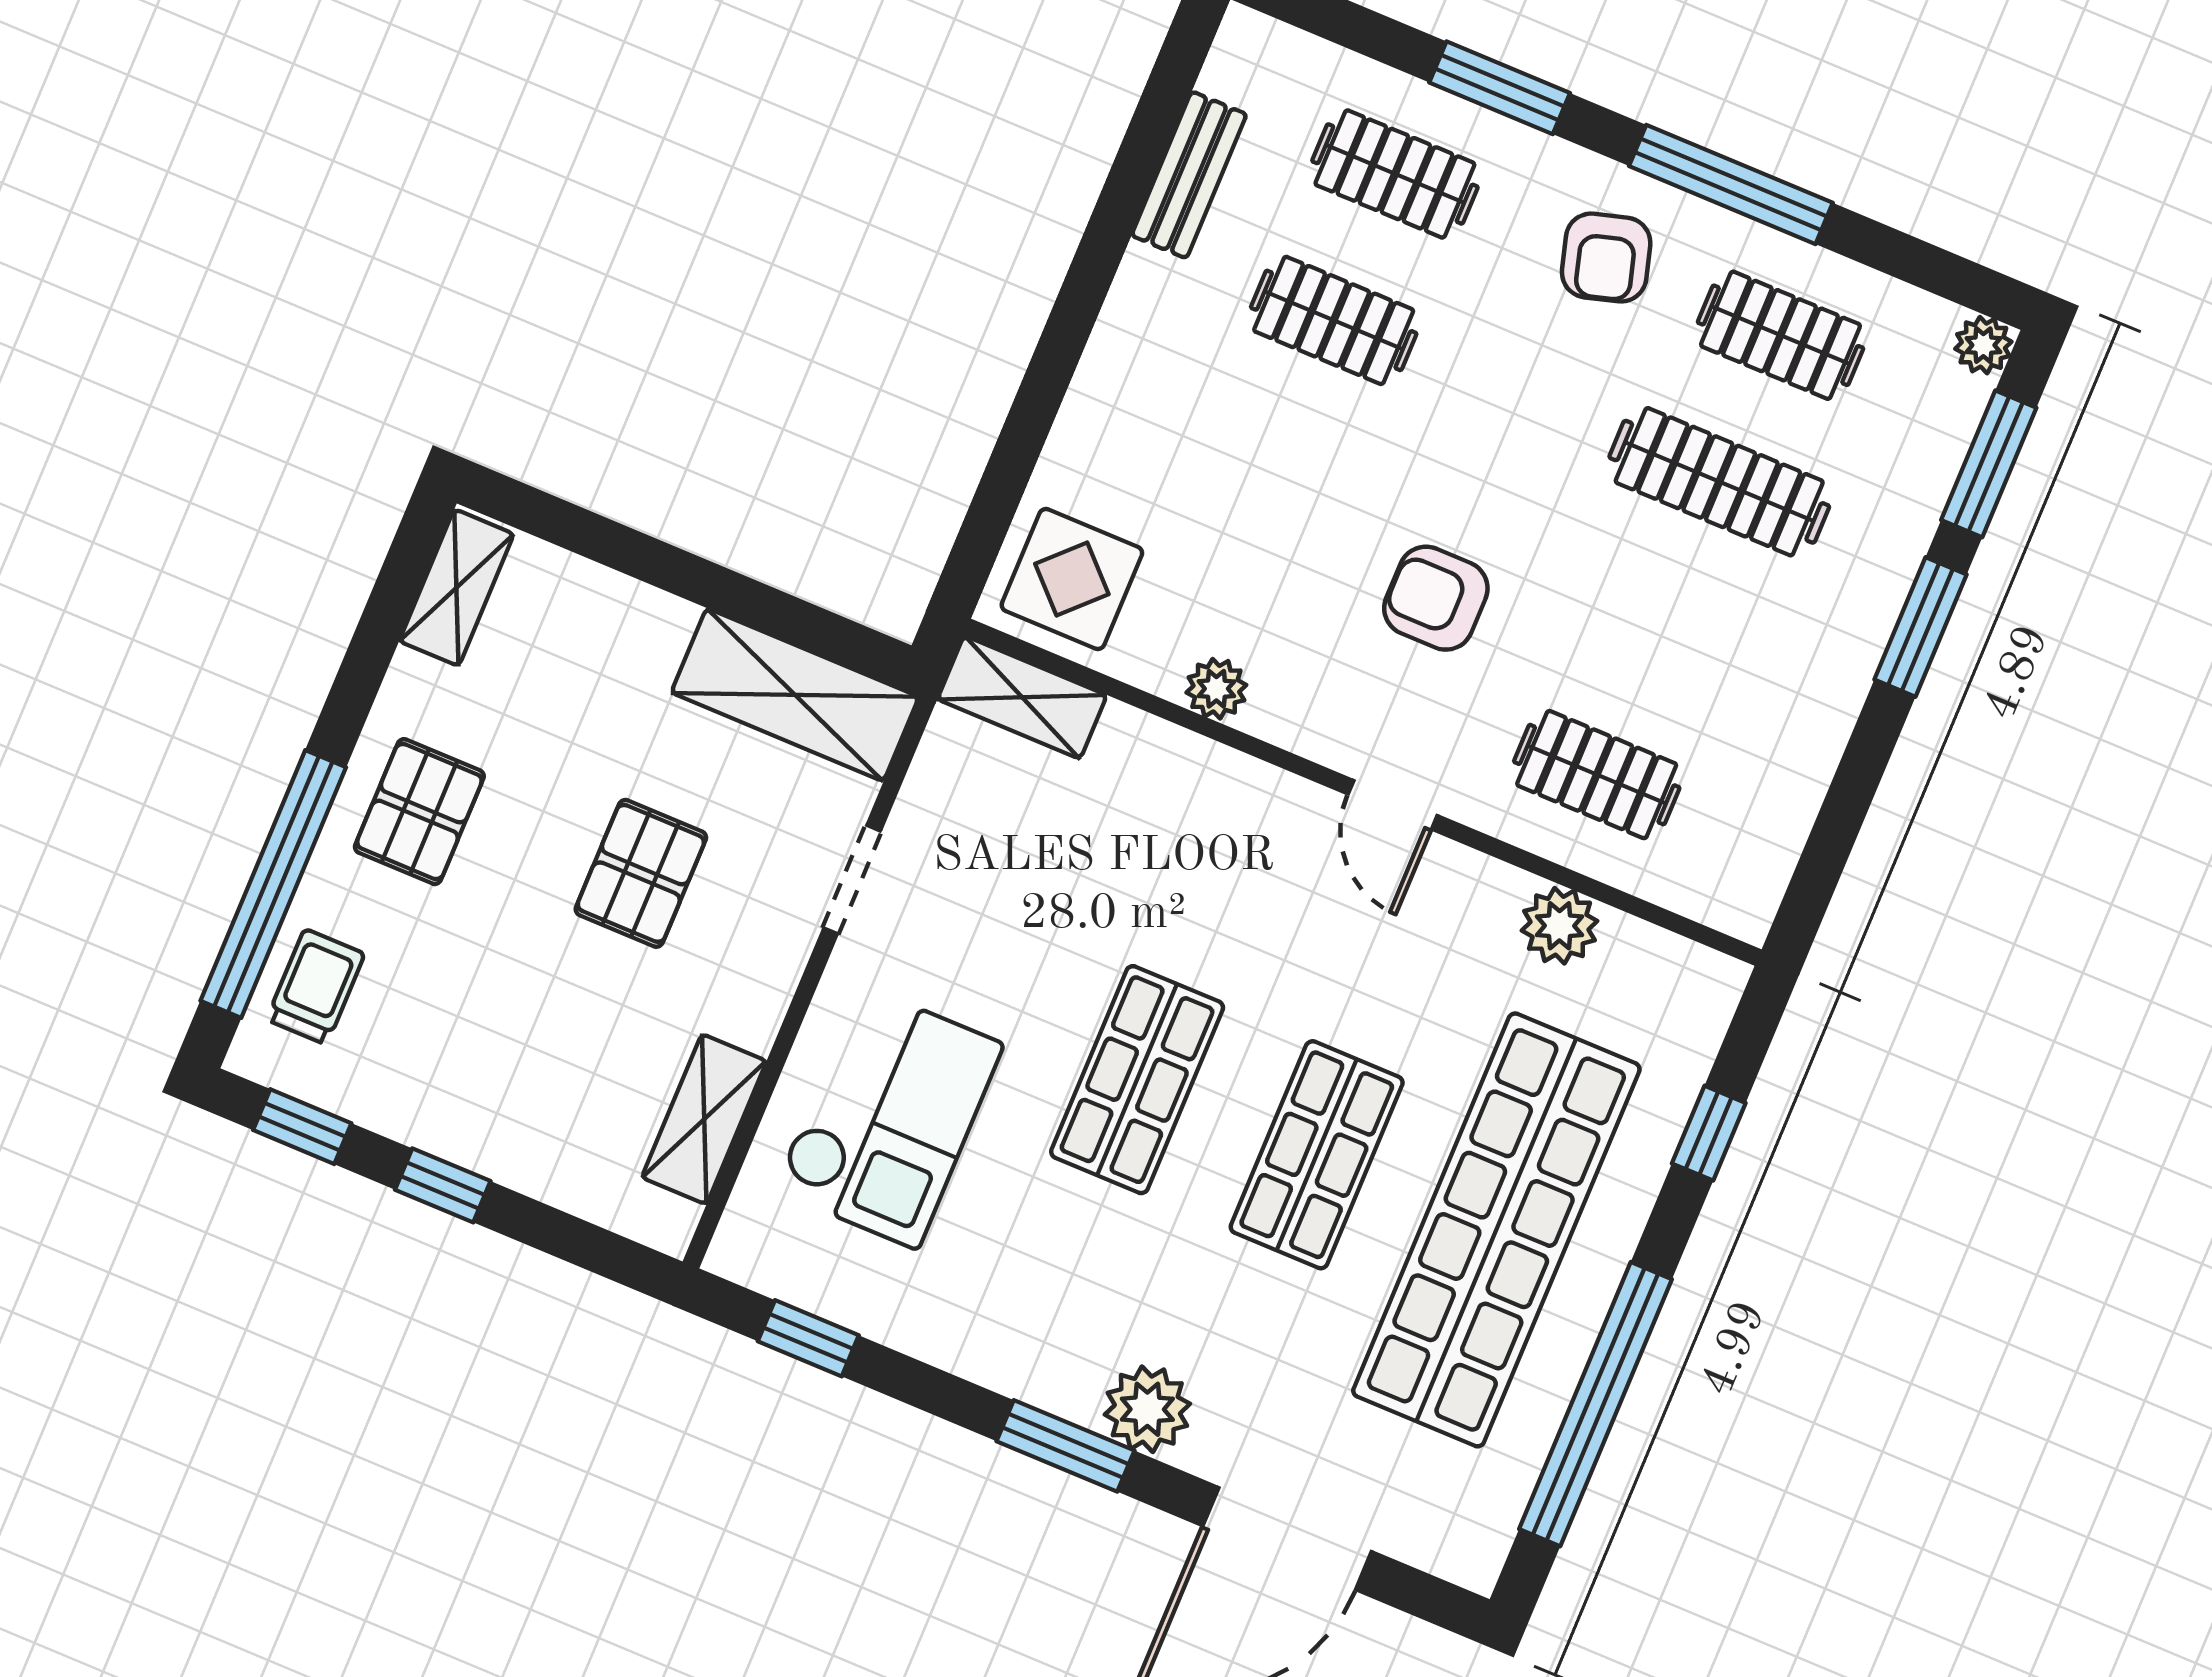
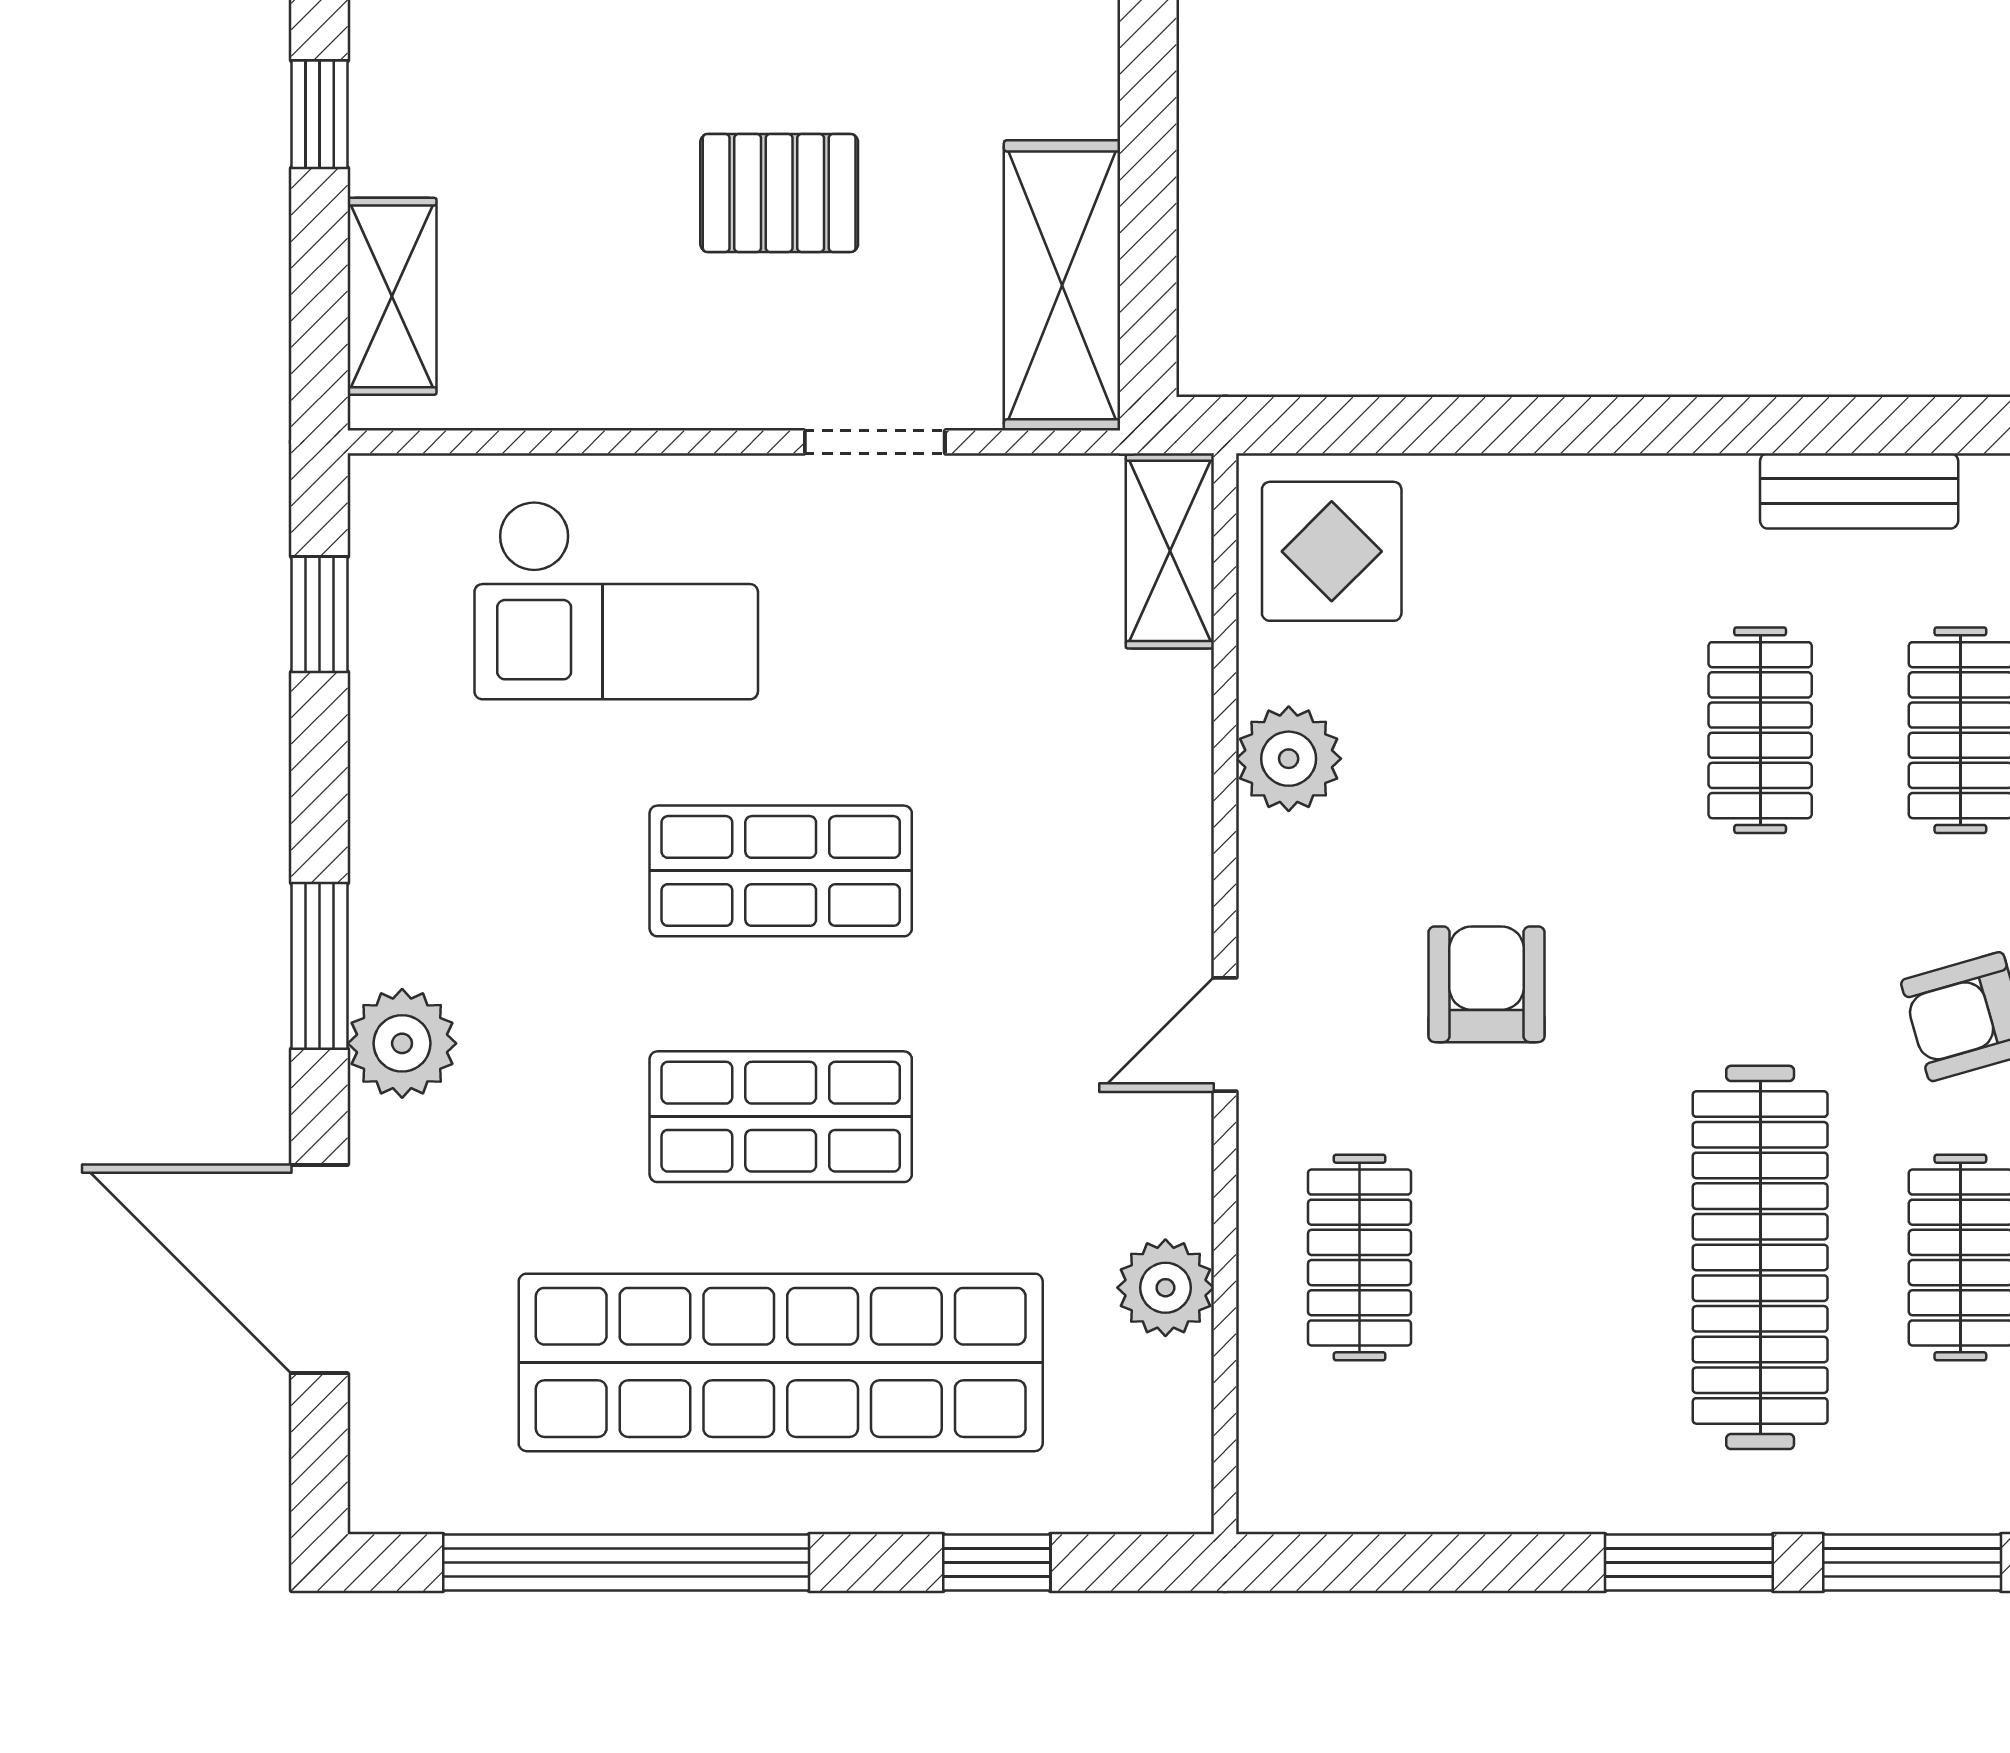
clothes rail: (1719, 482) -> (1760, 1257), width x1.37, depth x1.31
plant: (1216, 689) -> (1289, 759), width x1.38, depth x1.38
shelving: (704, 1119) -> (392, 296), moved, turned 90

